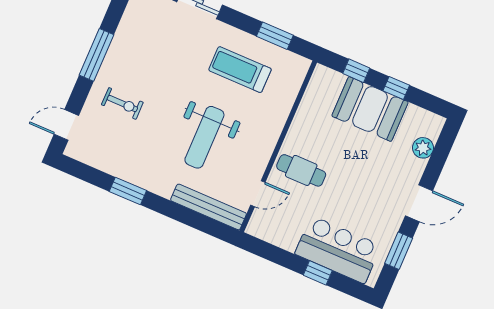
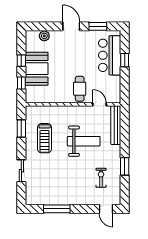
window: (96, 55) -> (57, 209), moved
exercise bike: (122, 104) -> (101, 178), moved

